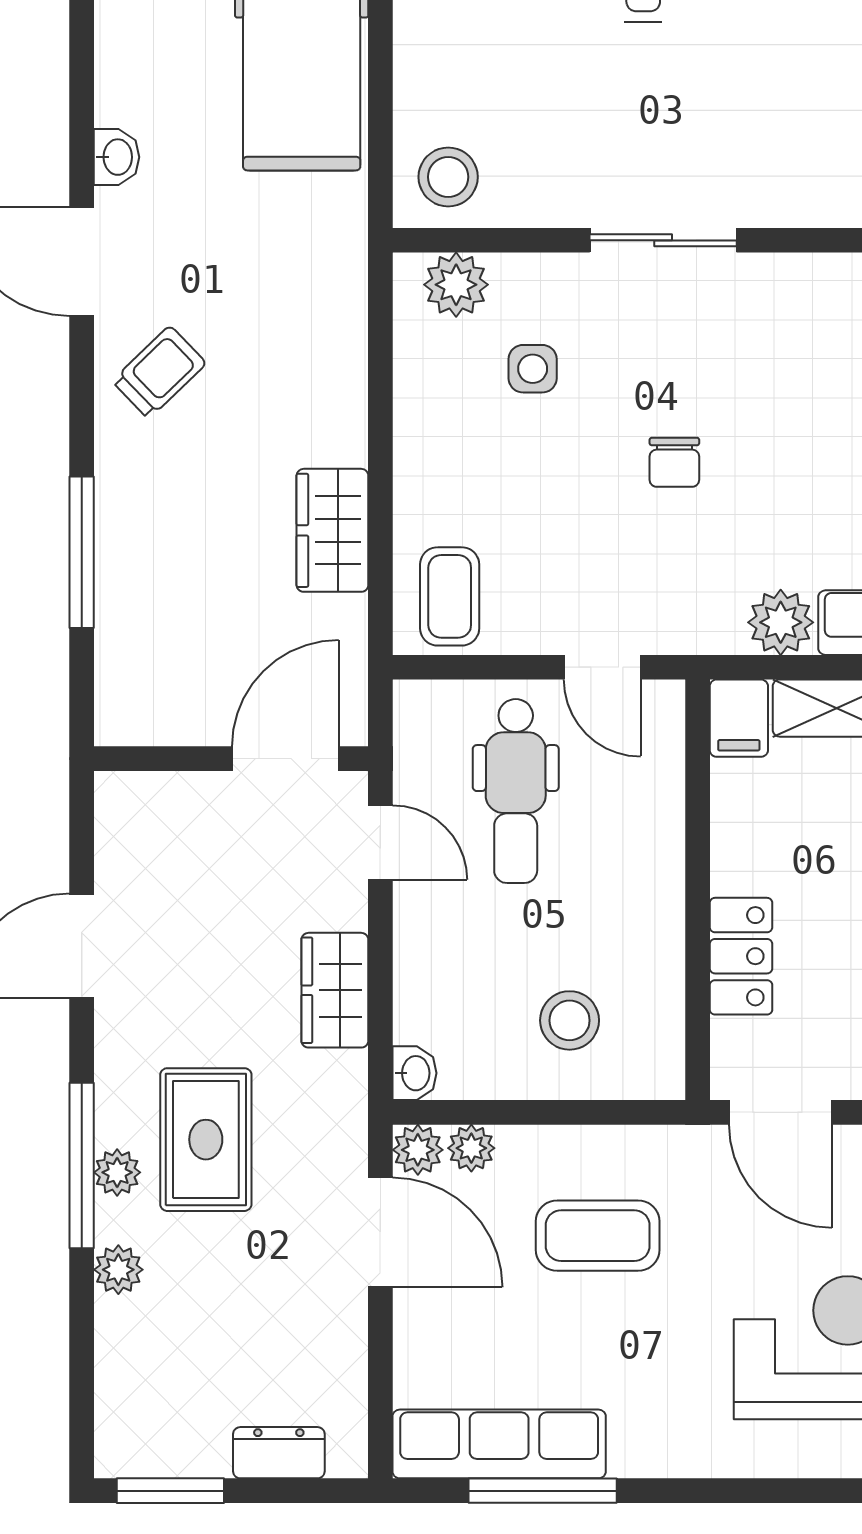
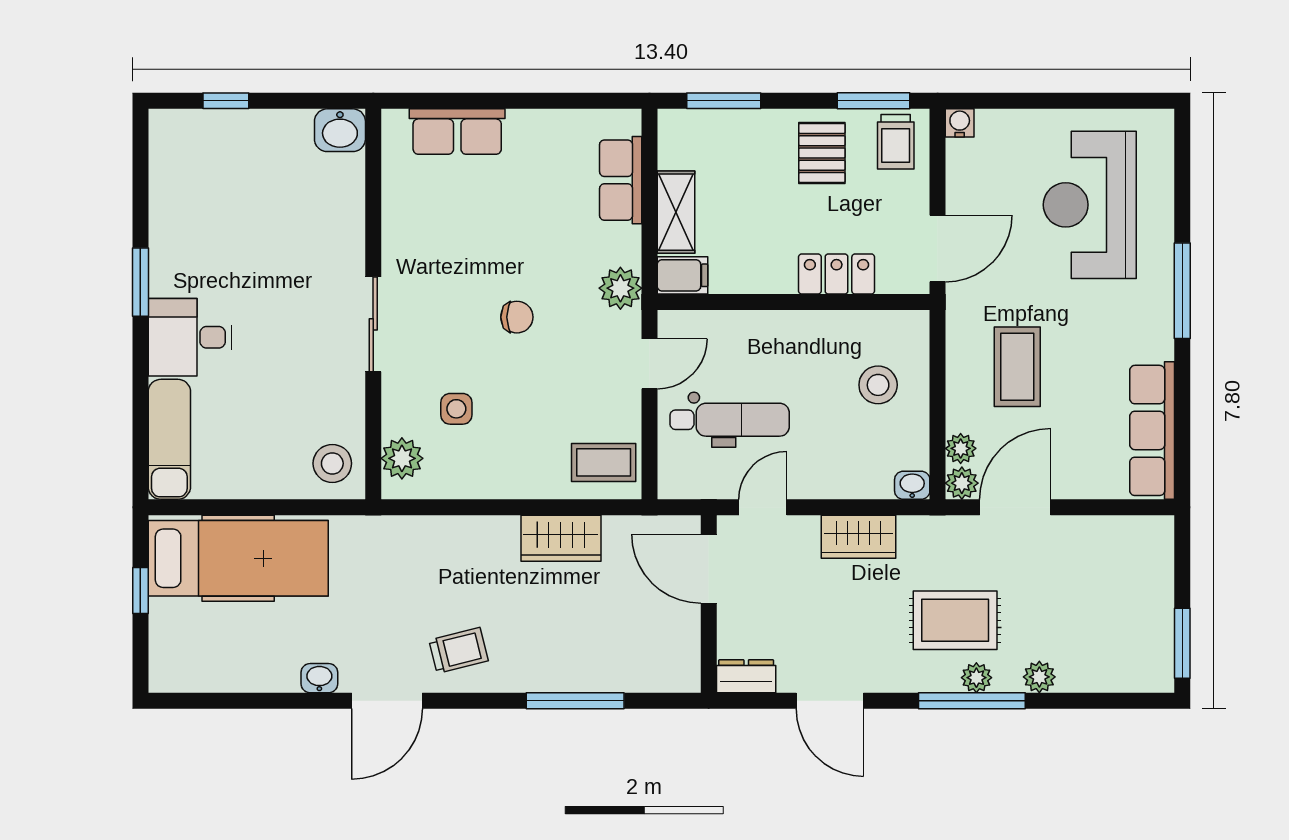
trolley: (159, 372) -> (459, 650), turned 120
plant: (781, 622) -> (620, 288), moved
dresser: (279, 1453) -> (746, 676), moved, turned 90
window: (543, 1491) -> (1182, 291), moved

